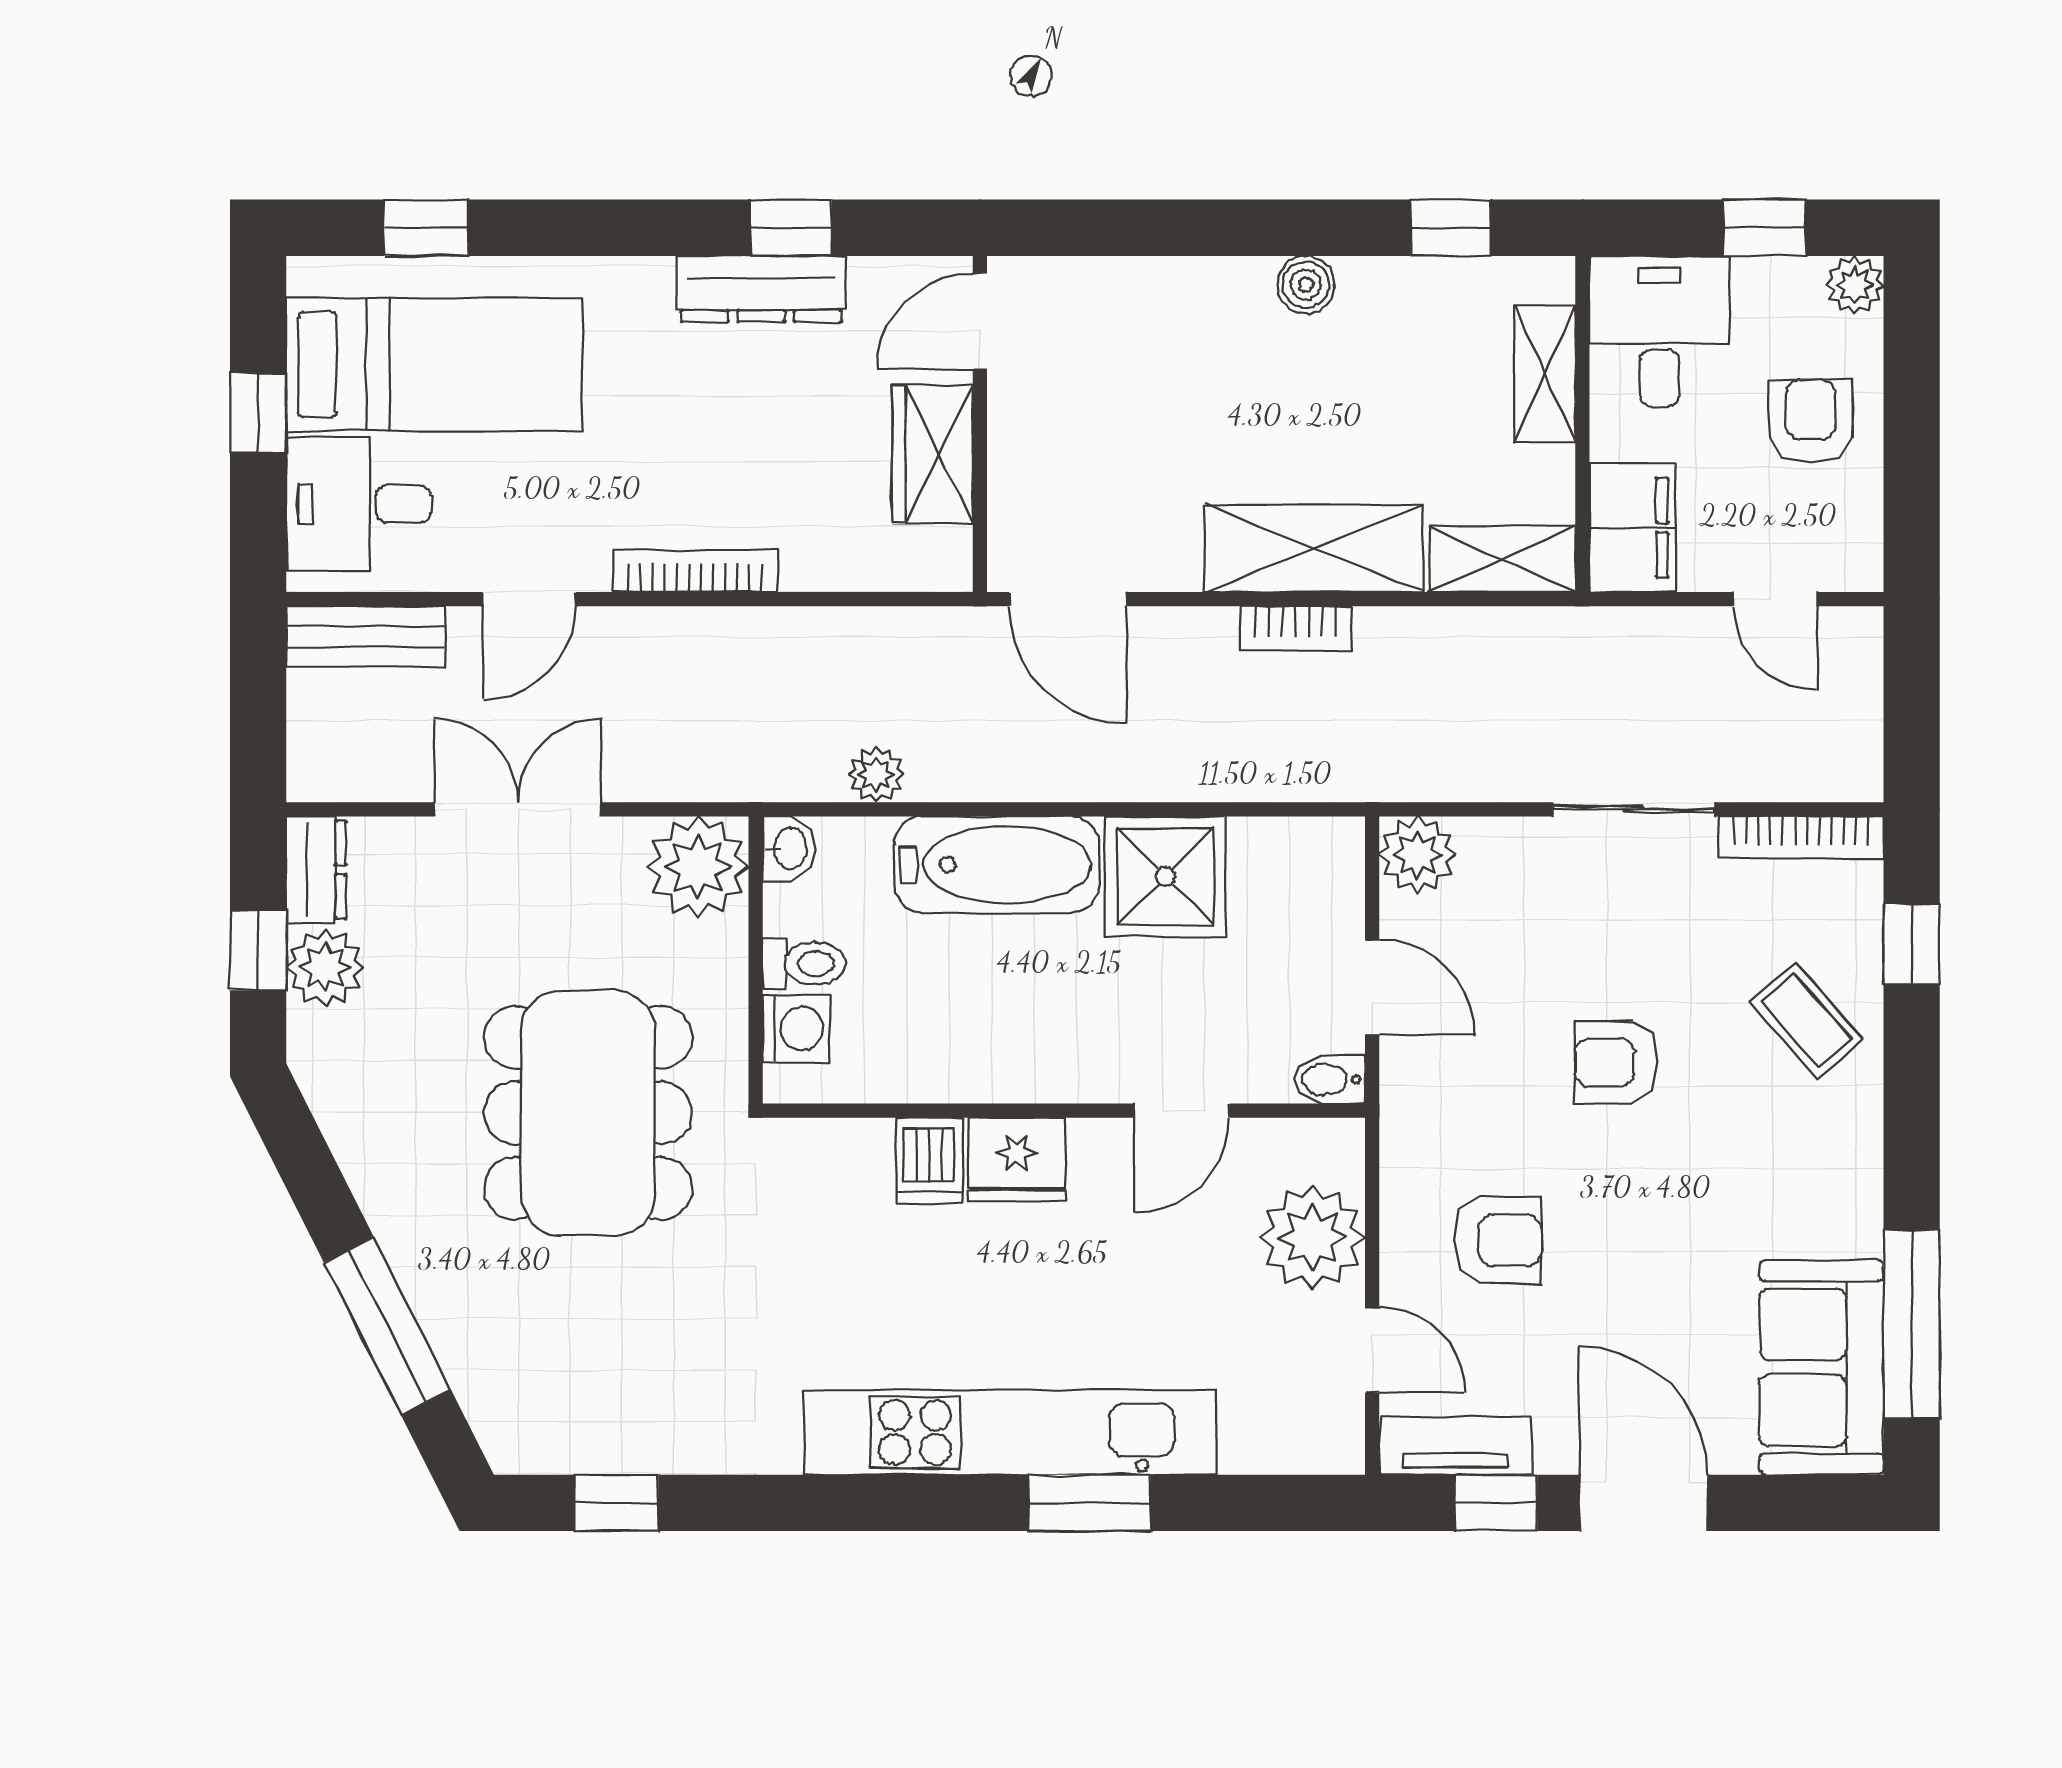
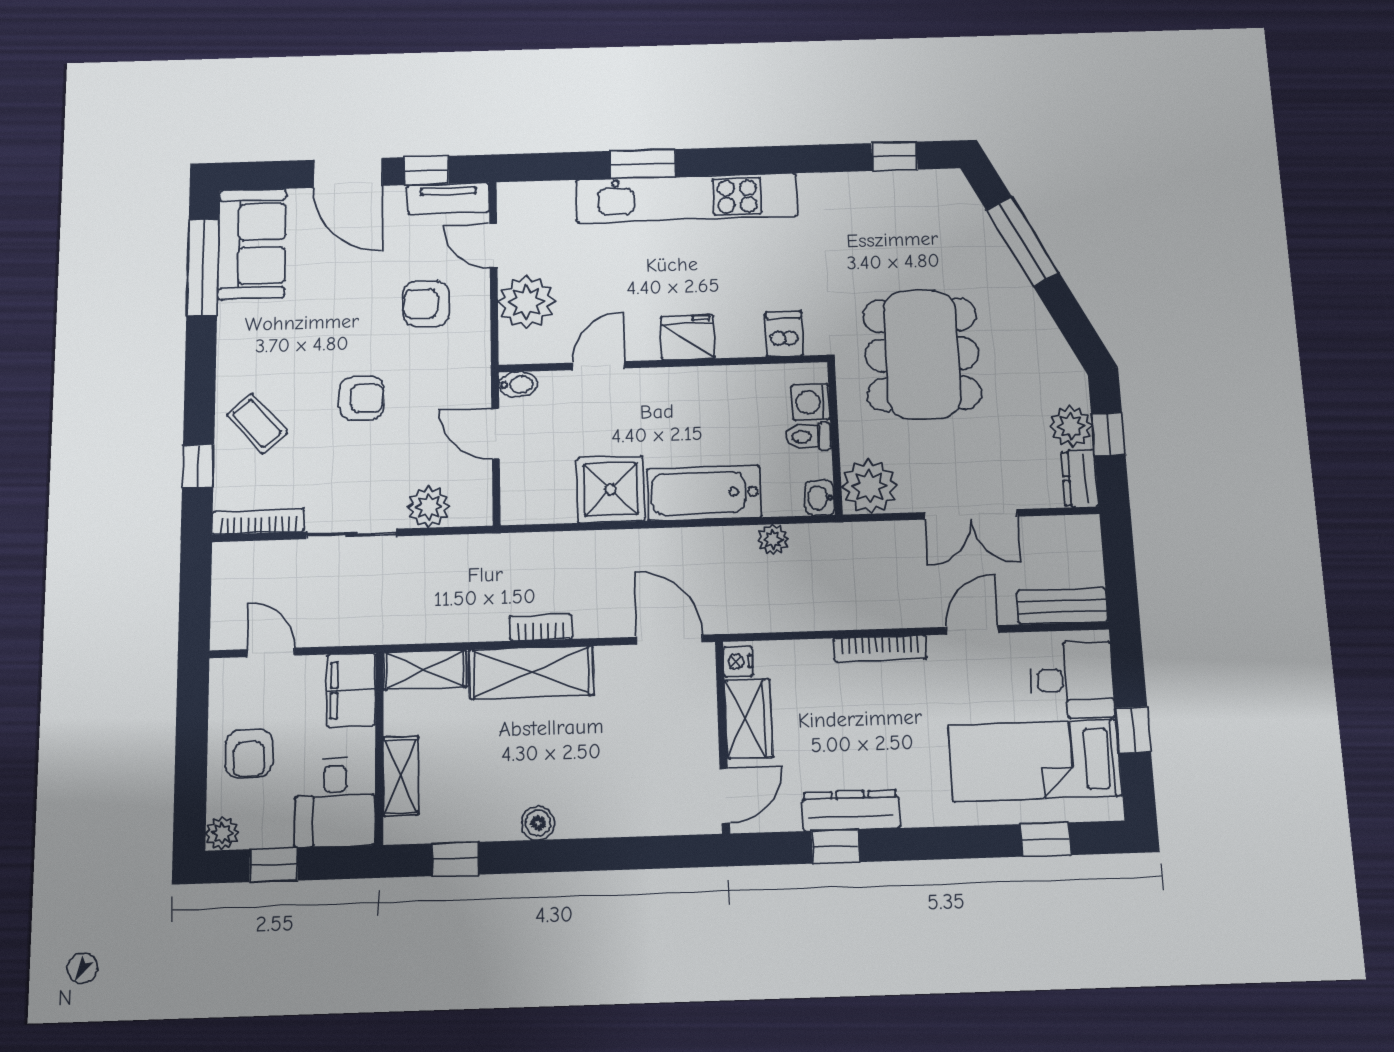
nightstand: (947, 556) -> (738, 661), added
plant: (1418, 855) -> (428, 507), moved
dishwasher: (929, 1161) -> (784, 334), moved

